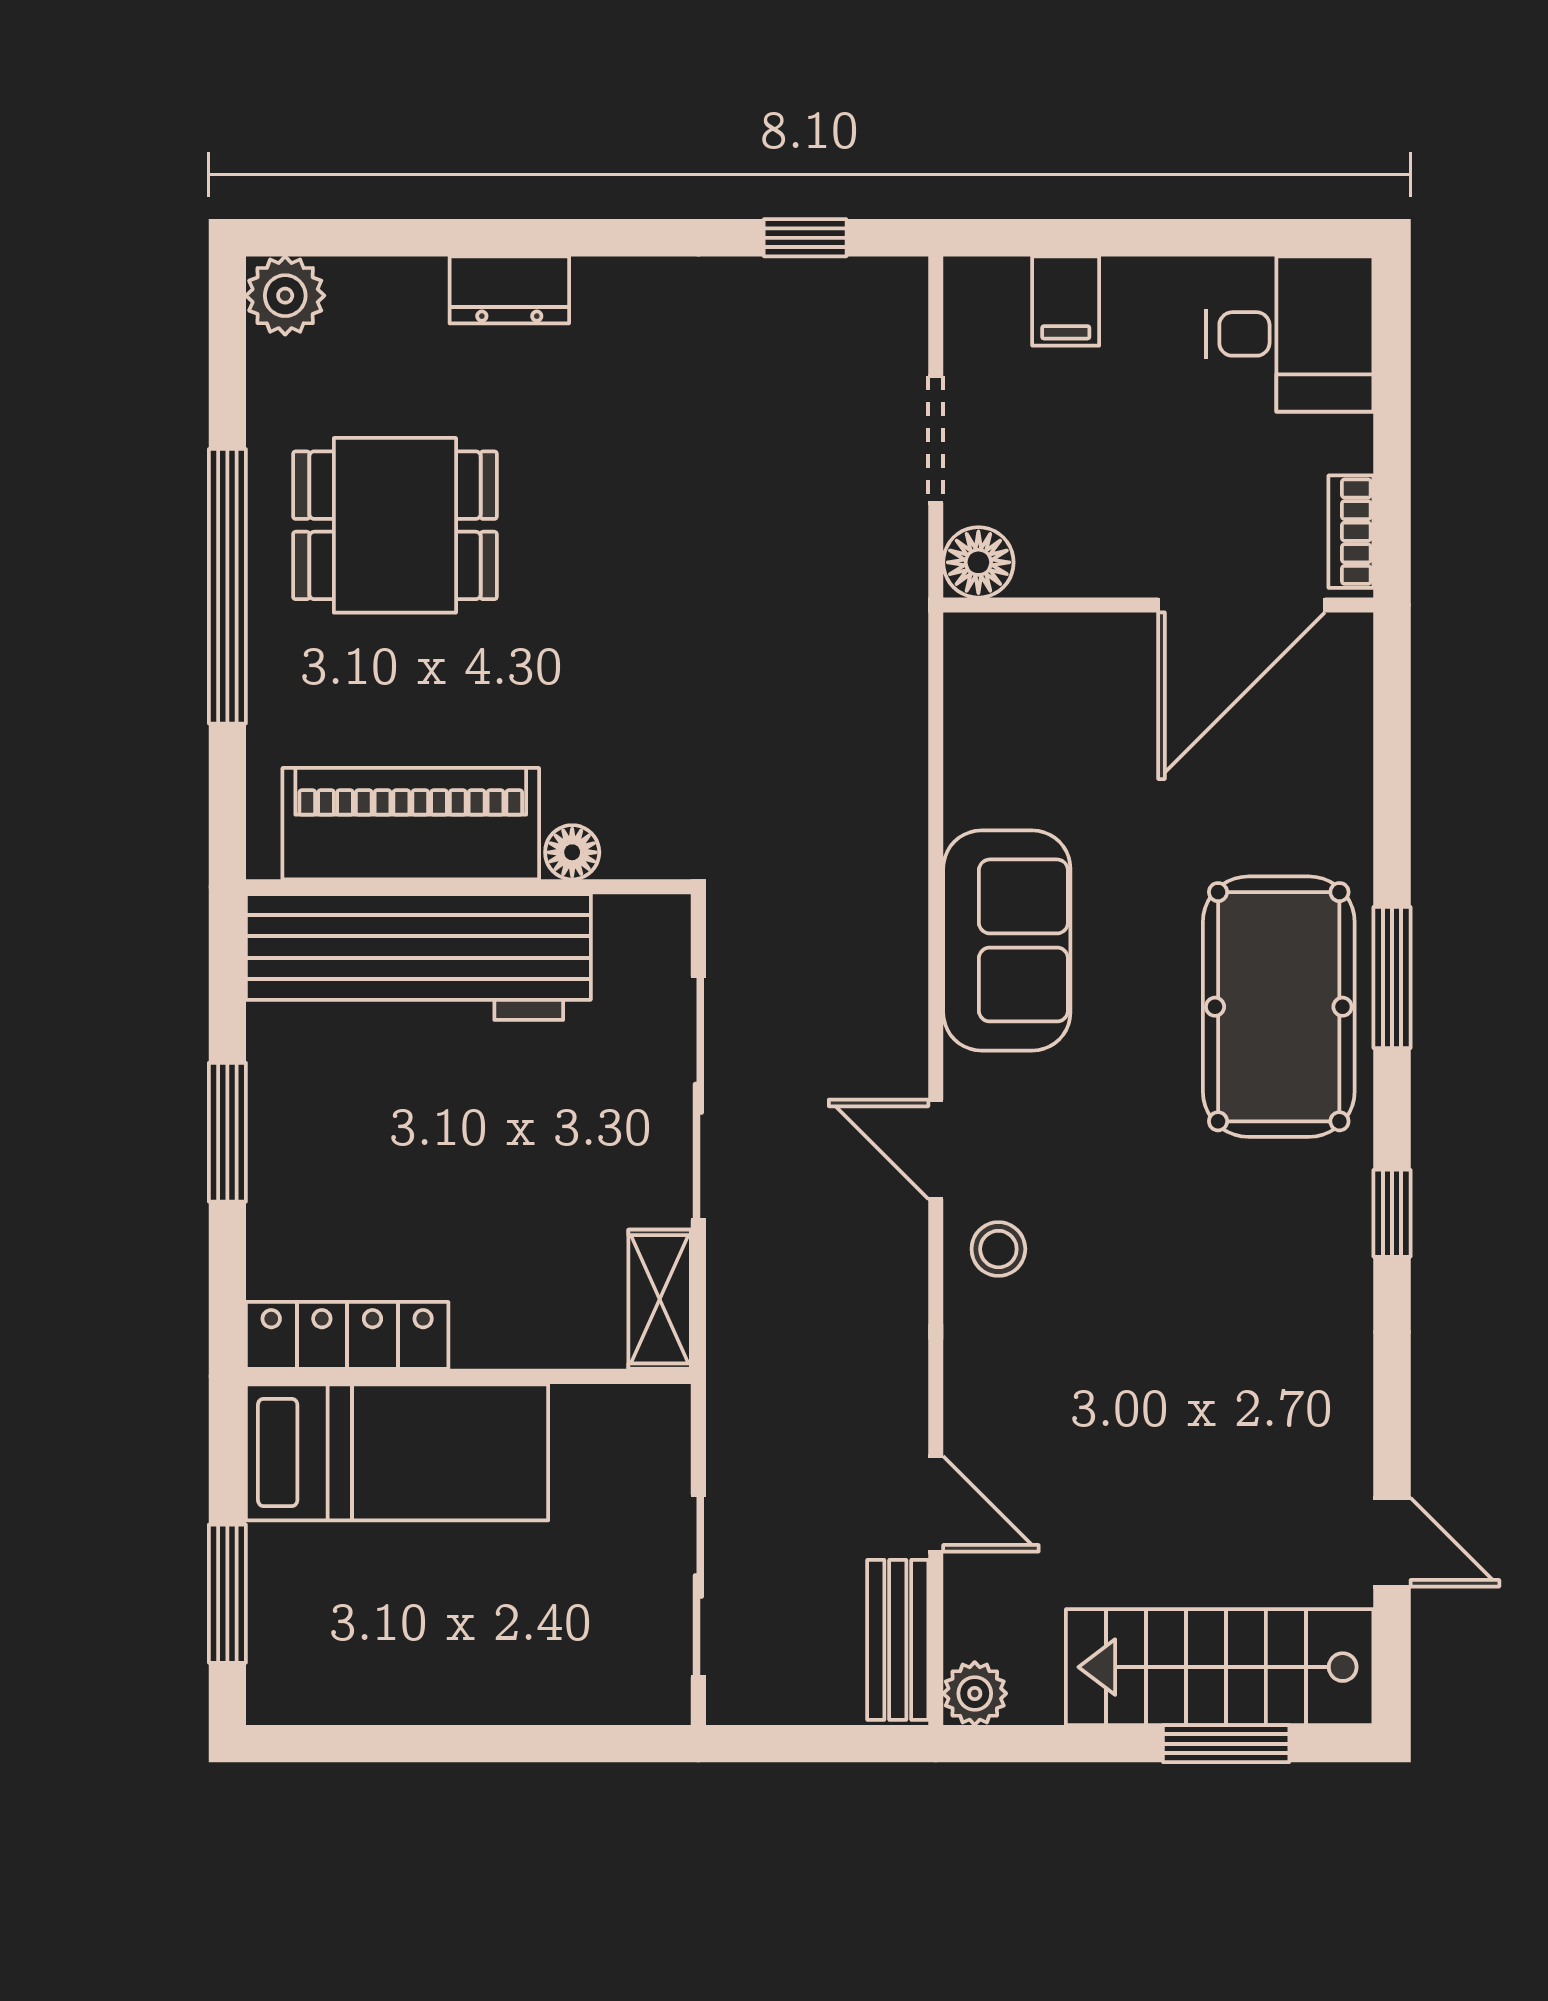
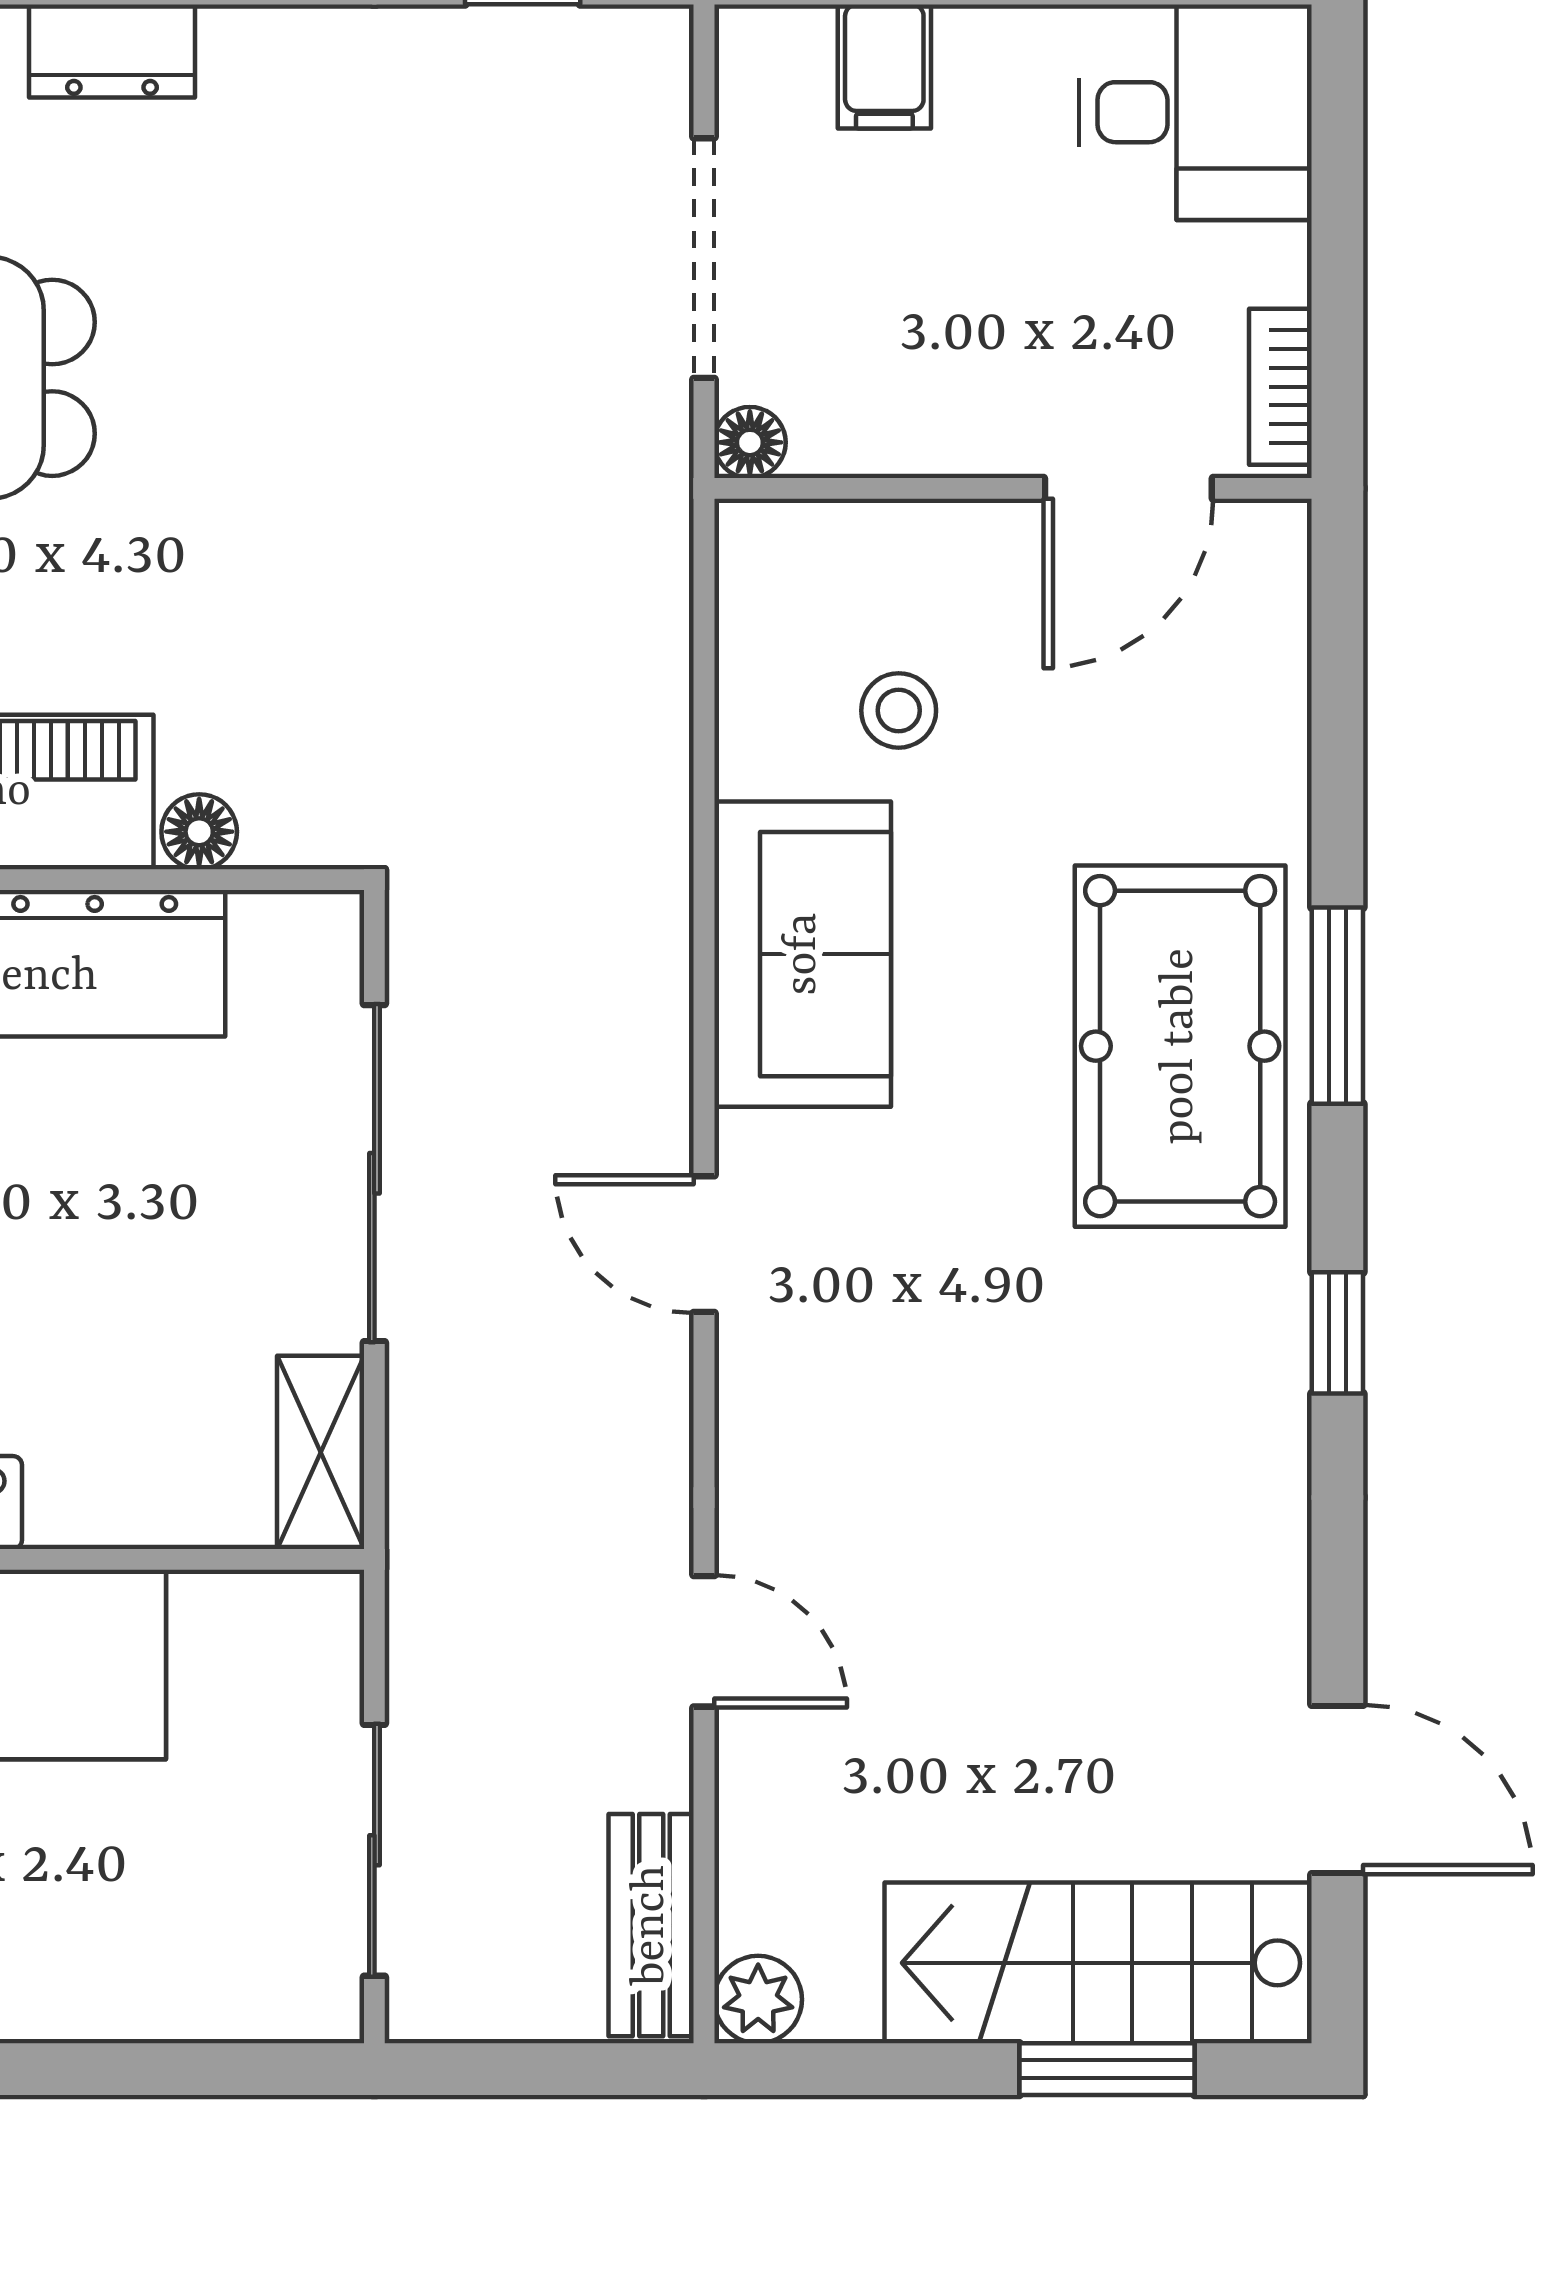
doorway: (936, 439) -> (704, 258), width x1.38
floor lamp: (978, 562) -> (750, 442), width x0.73, depth x0.73
door: (1242, 605) -> (1128, 488), width x0.73
stool: (998, 1249) -> (899, 710), moved
door: (936, 1504) -> (704, 1641), moved
door: (1392, 1542) -> (1337, 1789), width x1.38

